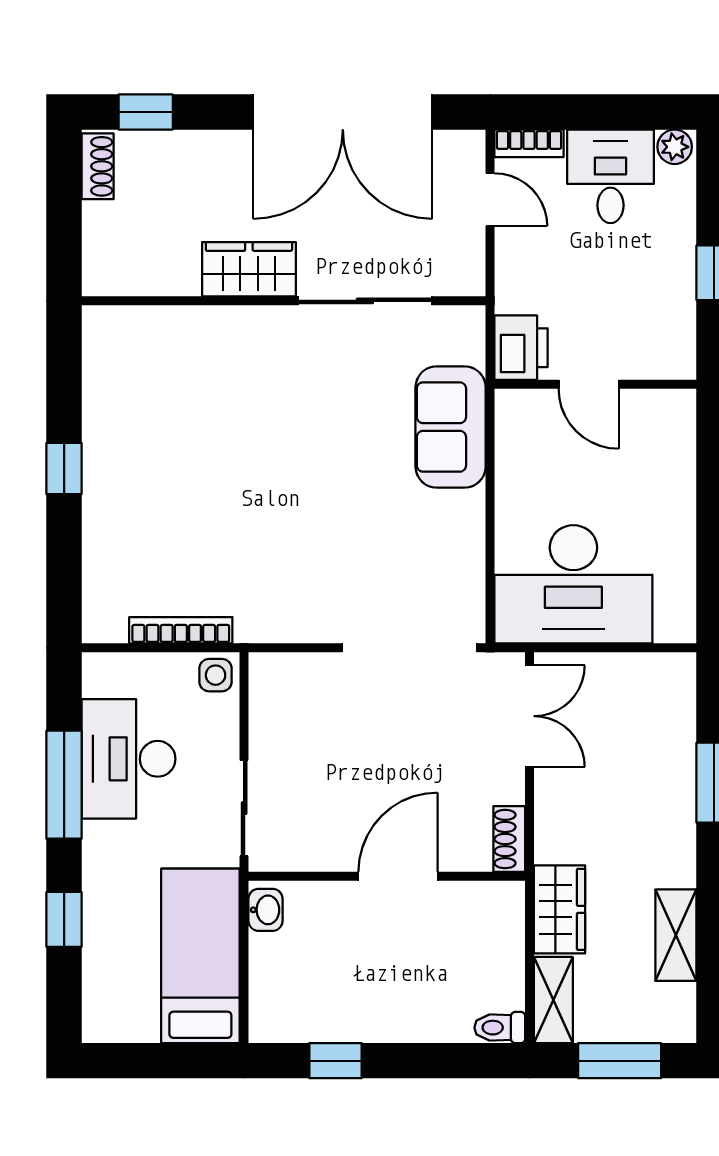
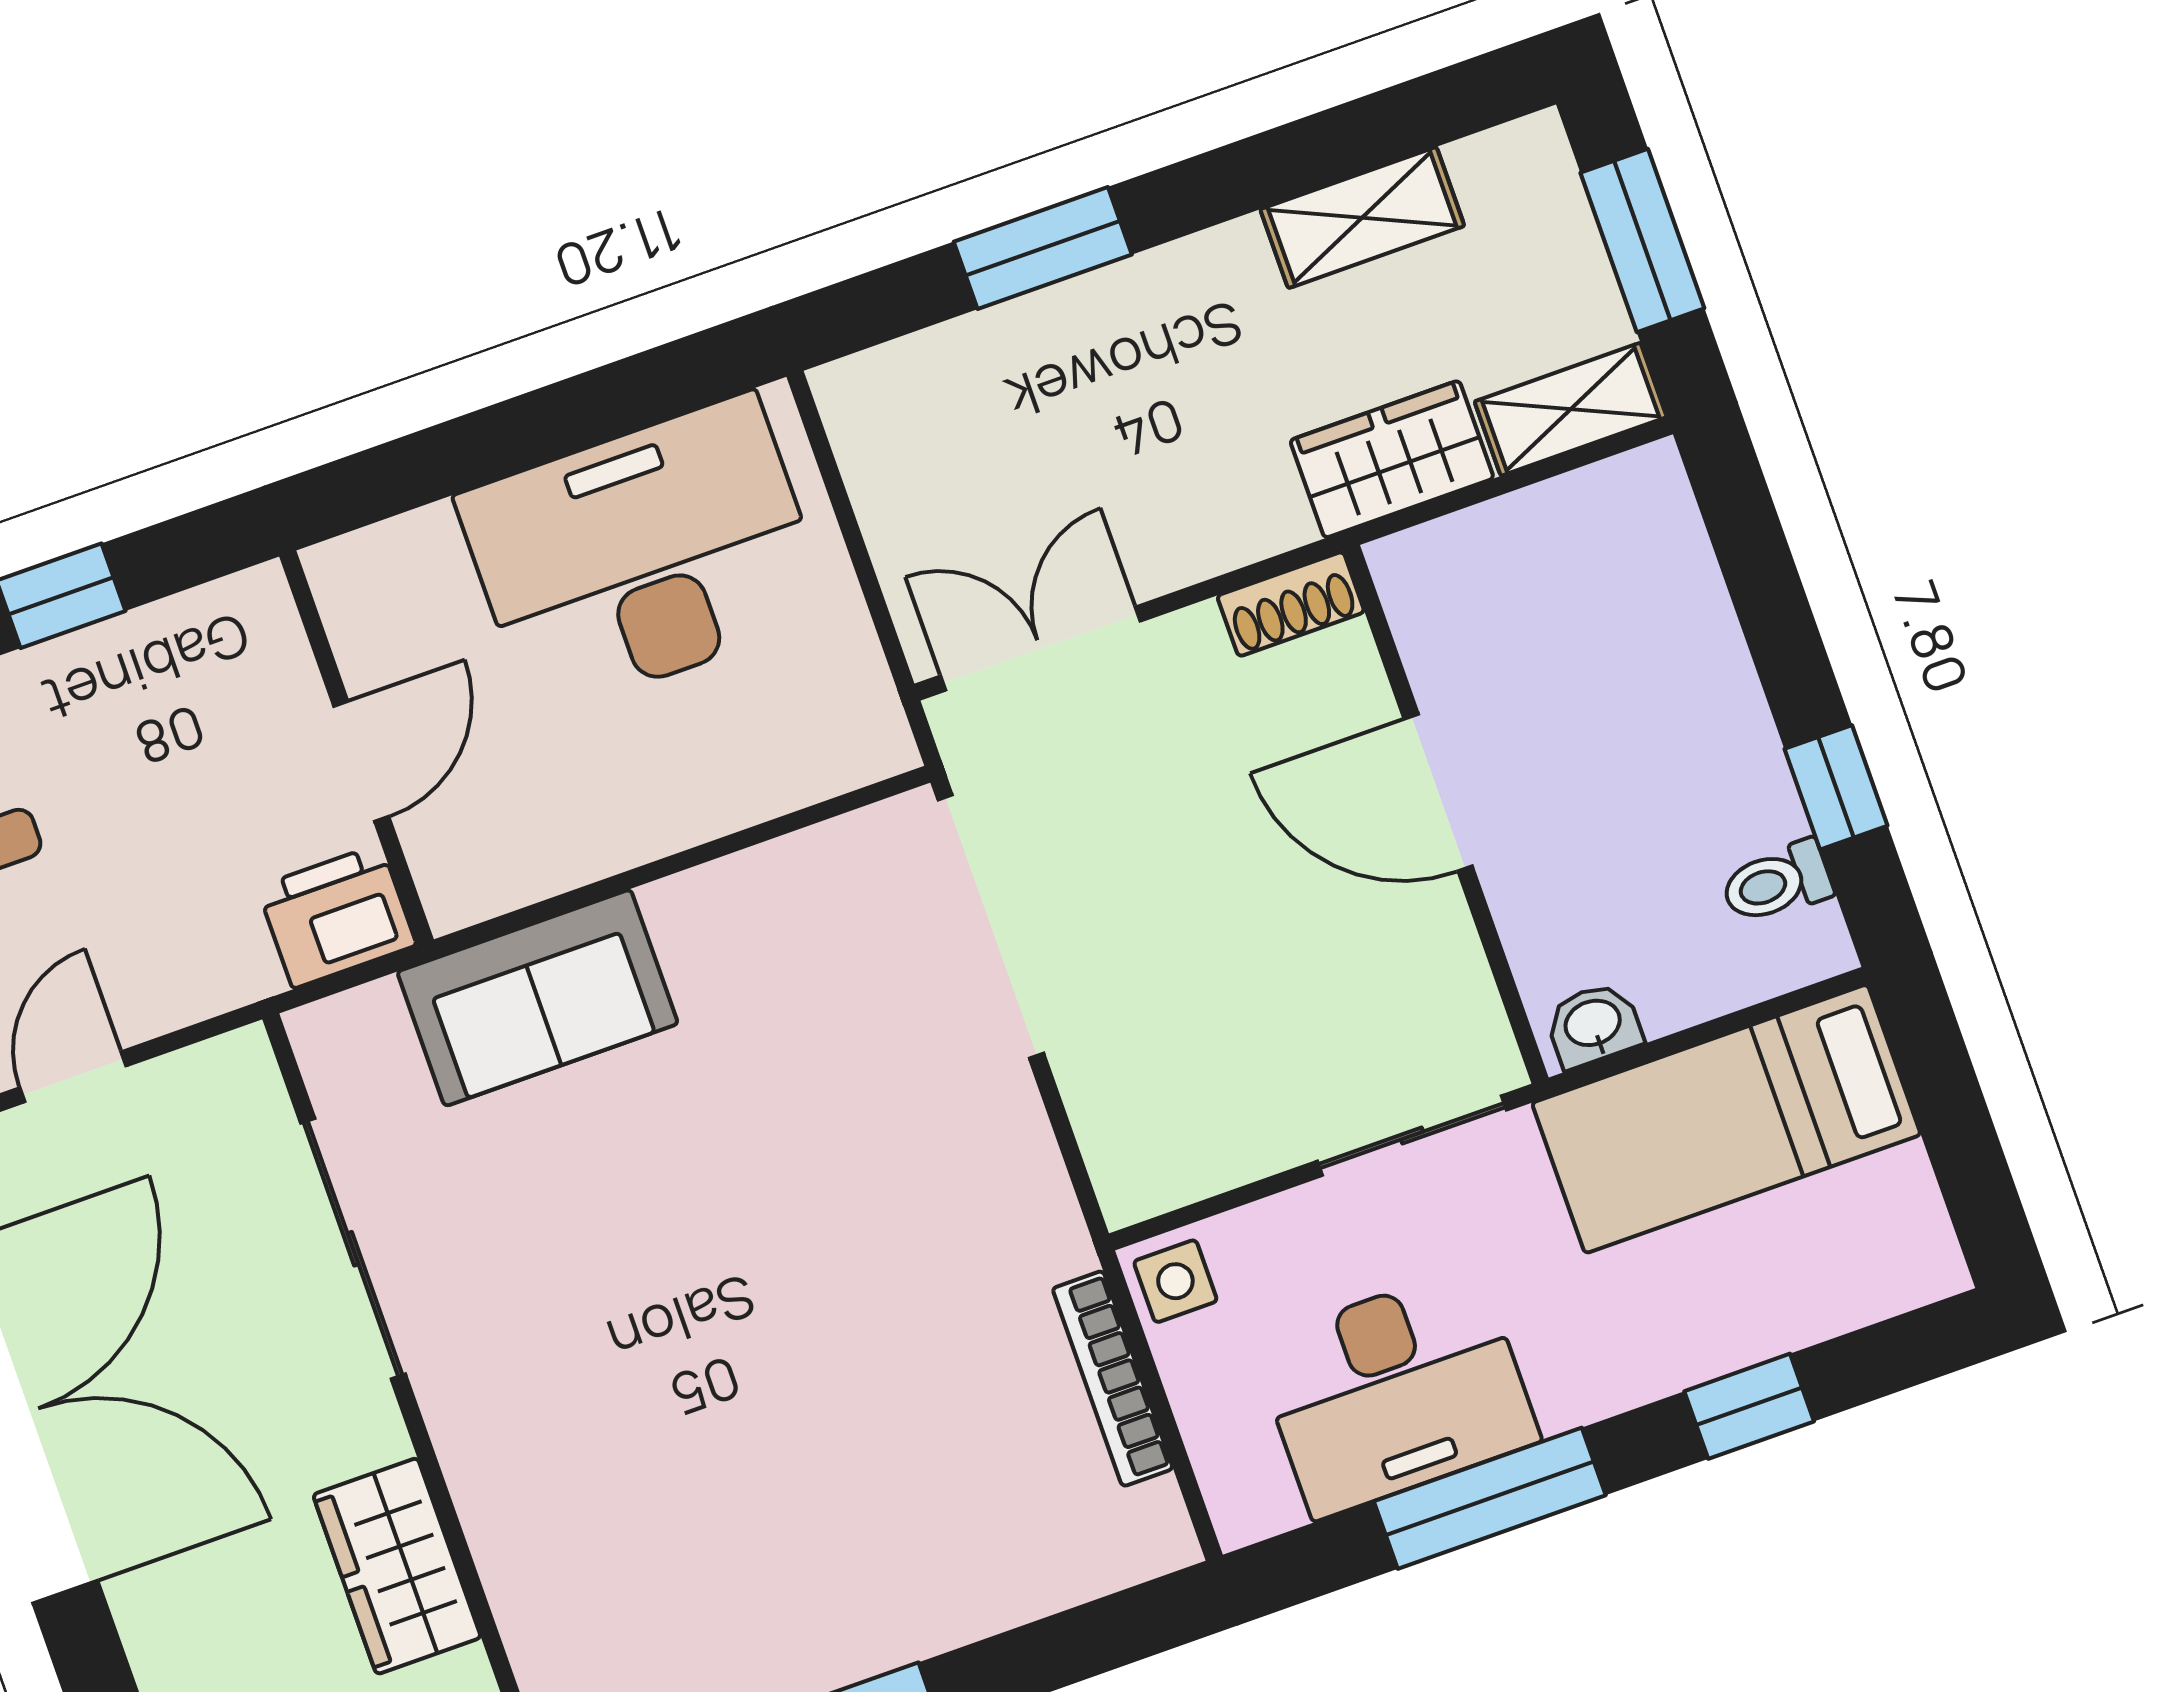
wardrobe: (249, 269) -> (397, 1566), moved
desk: (573, 584) -> (644, 556), moved, turned -90
toilet: (500, 1028) -> (1777, 883), moved, turned 90

